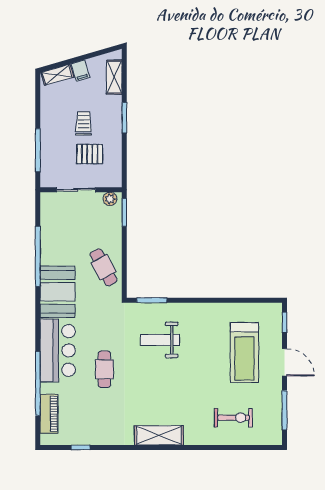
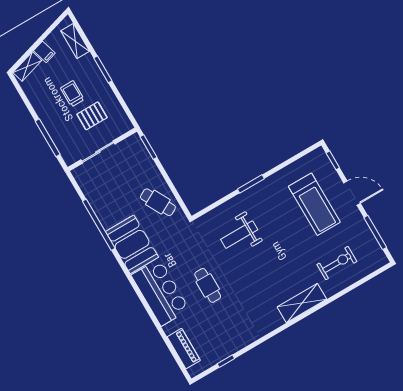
plant: (110, 199) -> (130, 143), removed
window: (152, 300) -> (251, 184), moved
window: (38, 384) -> (160, 329), removed
shelving: (159, 435) -> (302, 303), moved

